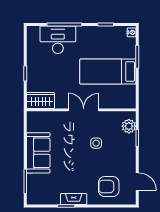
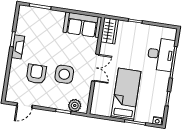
side table: (96, 143) -> (64, 74), width x1.87, depth x1.87
sofa: (38, 153) -> (82, 25), moved
armchair: (109, 187) -> (36, 74), moved

